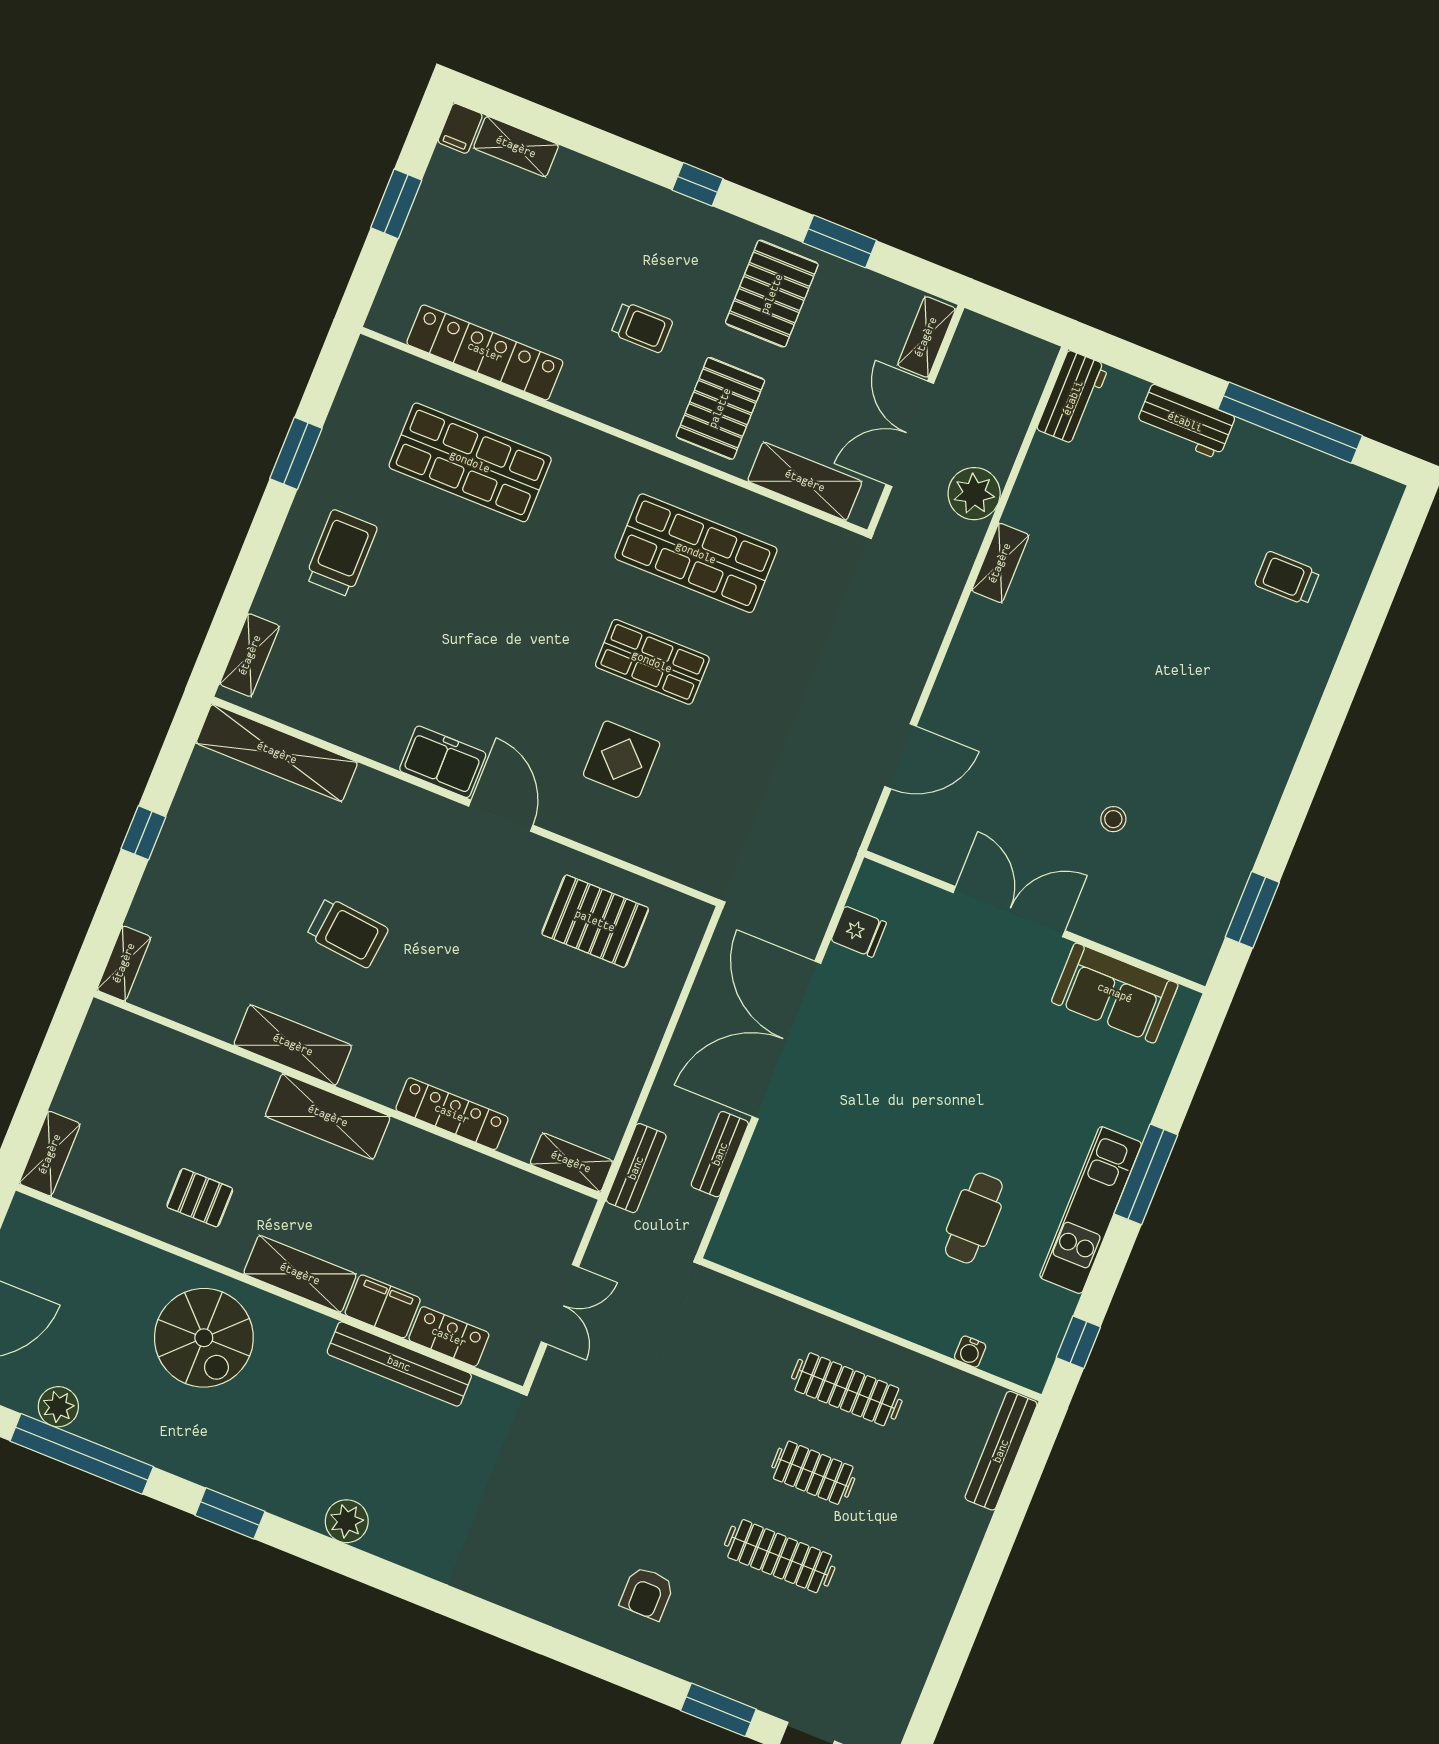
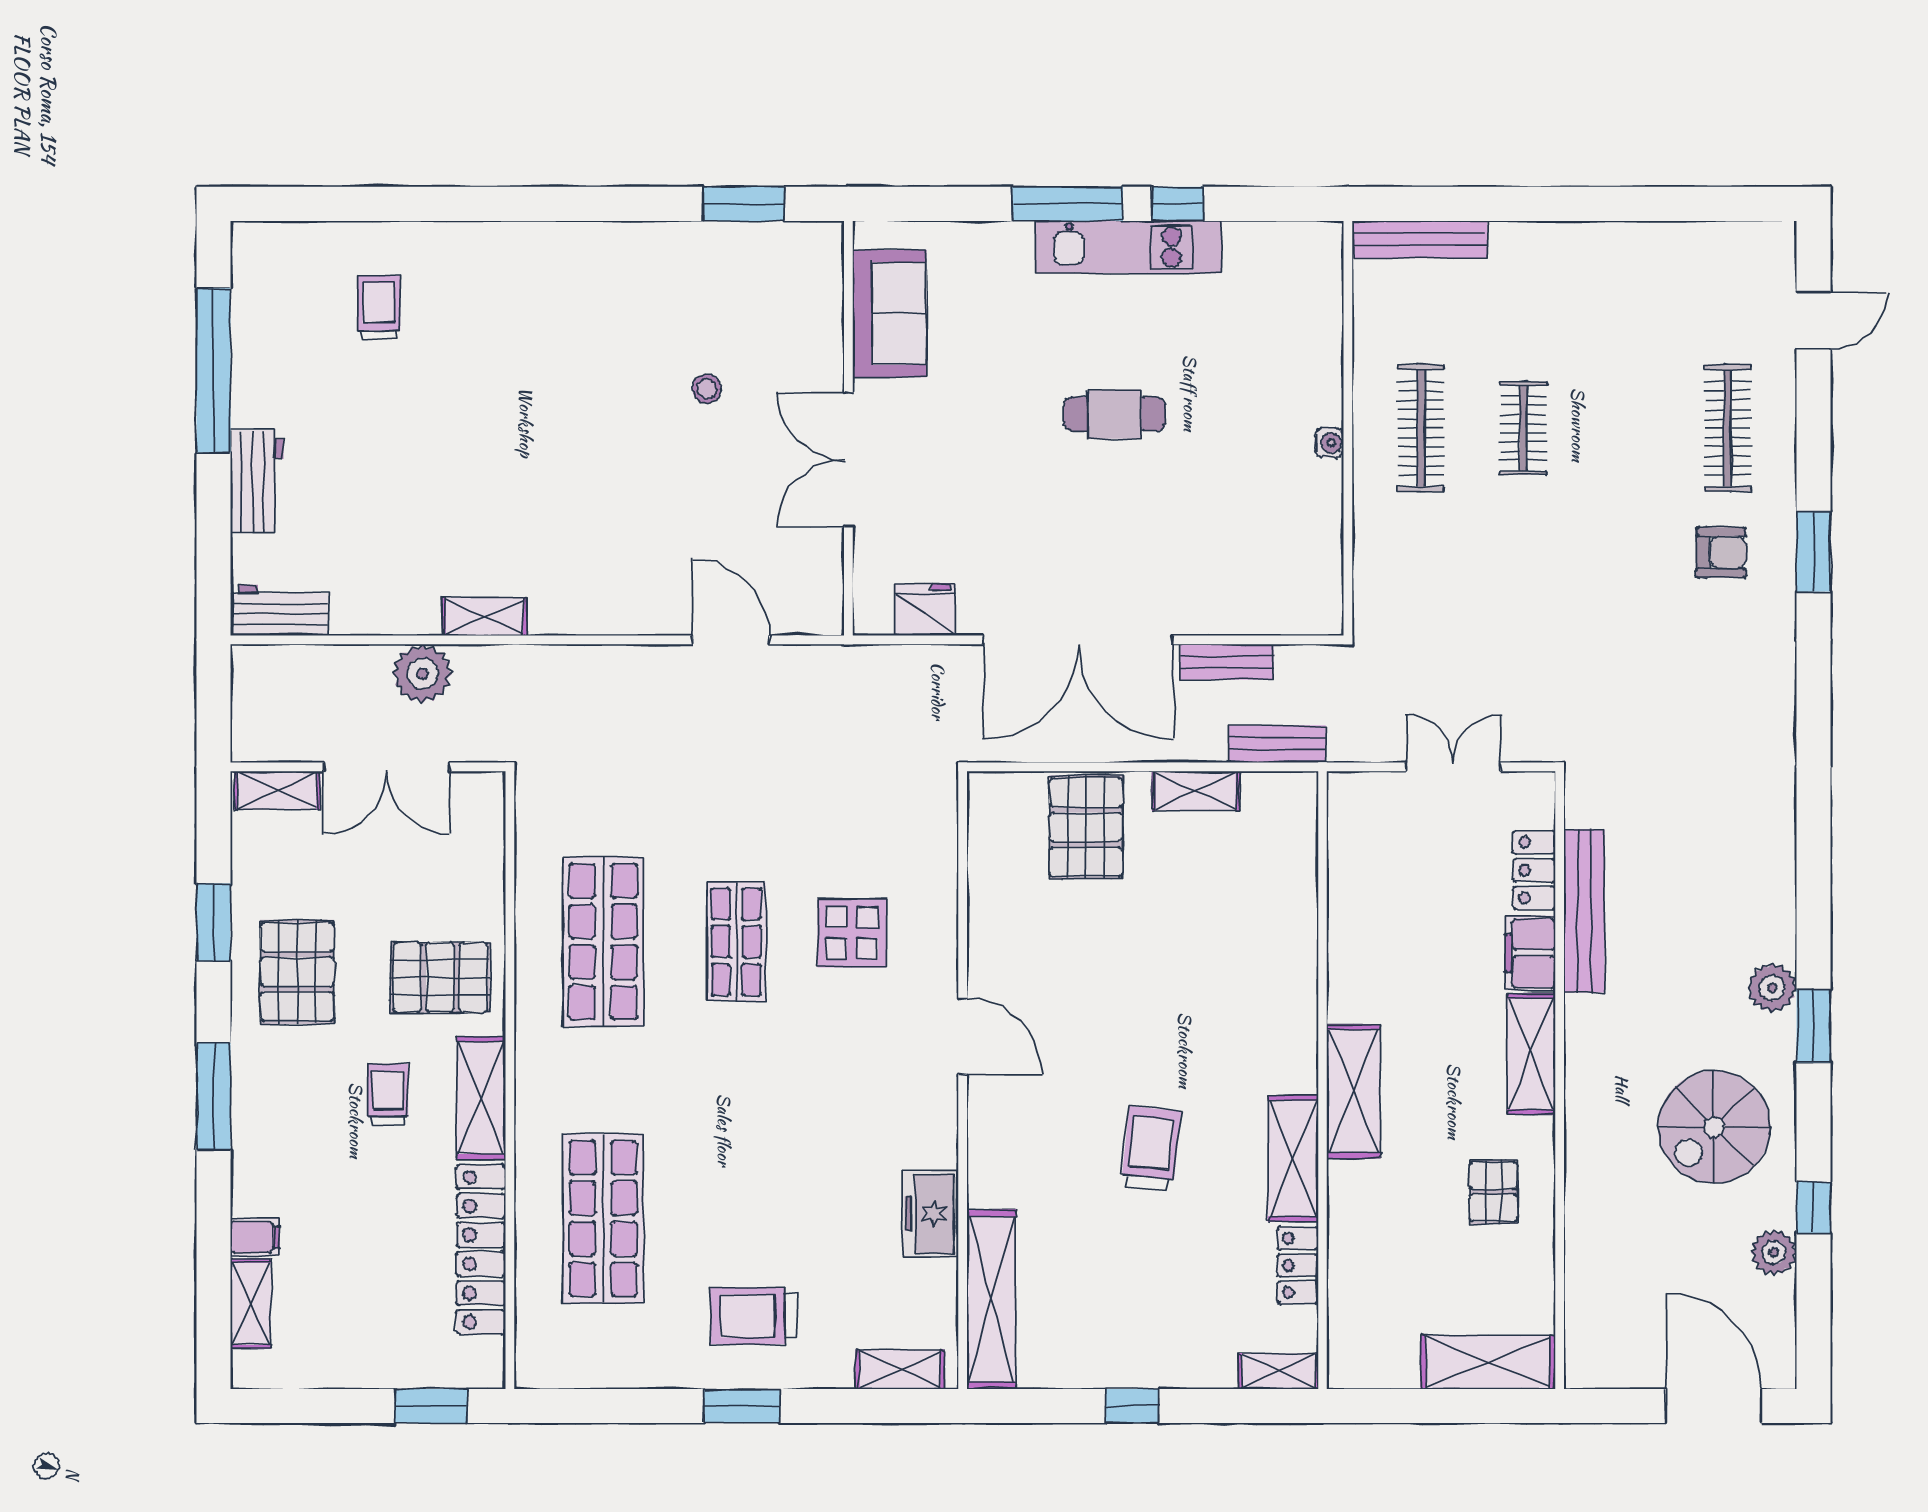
filing cabinet: (460, 128) -> (255, 1237), moved
window: (698, 184) -> (213, 1096), width x2.17
window: (396, 204) -> (431, 1406), moved
pallet: (772, 294) -> (297, 972), turned 90
window: (296, 453) -> (742, 1406), moved
shelving: (805, 481) -> (481, 1098), moved
trolley: (1287, 578) -> (379, 308), turned 180
freezer: (443, 762) -> (931, 1214), moved
door: (501, 816) -> (963, 1036), swing flipped
pallet: (595, 921) -> (1086, 827), moved
fridge: (859, 932) -> (925, 610), width x1.38
locker: (452, 1114) -> (1298, 1265), moved, width x0.66
shelving: (50, 1154) -> (1488, 1362), width x1.50, depth x1.33
shelving: (571, 1162) -> (1196, 791), moved, turned 90
cafe table: (974, 1218) -> (1115, 414), moved
spiral stairs: (204, 1338) -> (1714, 1127), moved, turned 180
window: (1078, 1342) -> (1178, 204), moved
water cooler: (970, 1352) -> (1329, 443), moved
window: (82, 1454) -> (1814, 1208), width x0.32
plant: (347, 1521) -> (1772, 988), moved
clothes rail: (780, 1556) -> (1728, 428), moved
window: (718, 1710) -> (1814, 552), moved

